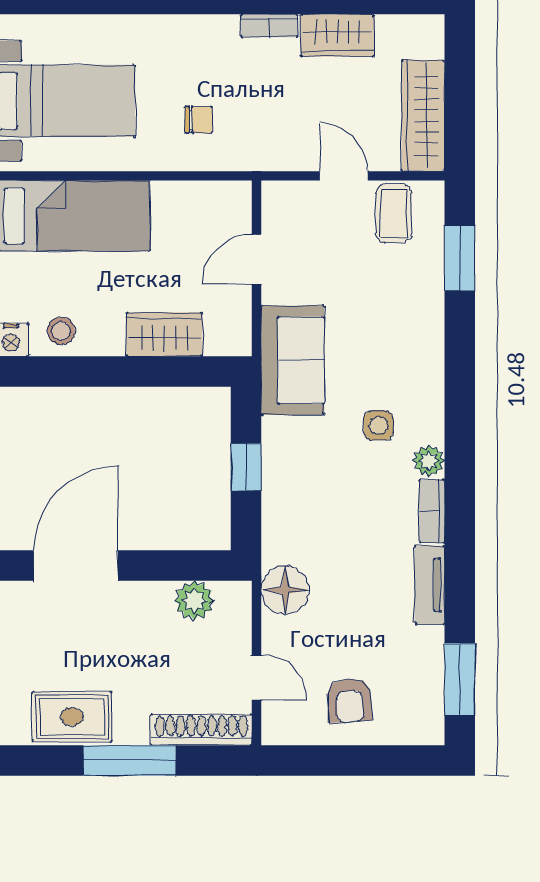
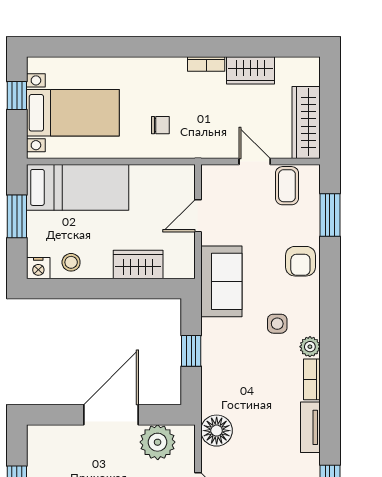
armchair: (414, 329) -> (300, 261), added
door: (76, 566) -> (111, 415), moved
plant: (194, 601) -> (158, 442), width x1.36, depth x1.36

